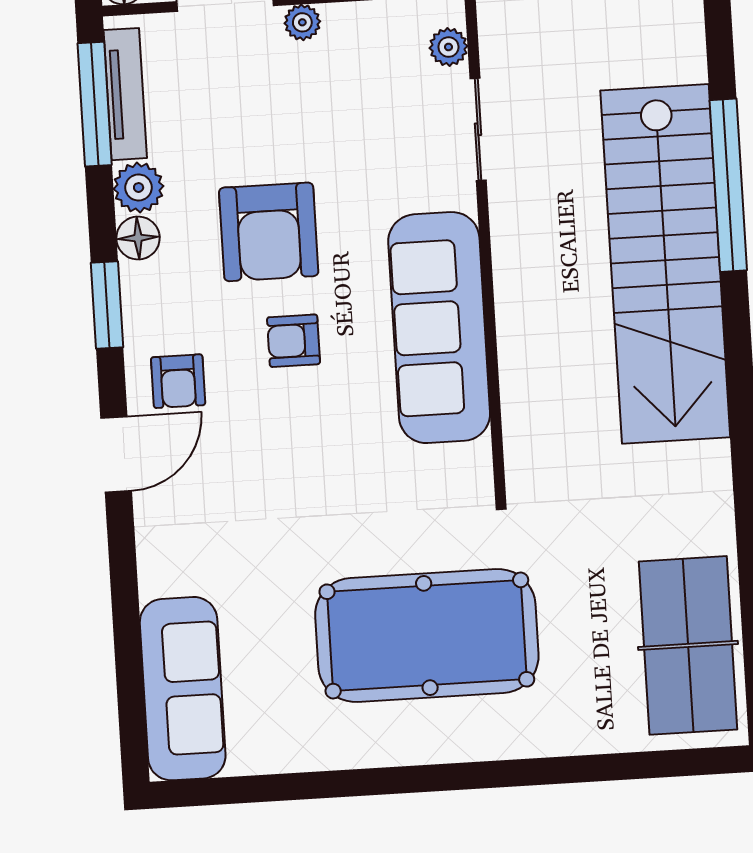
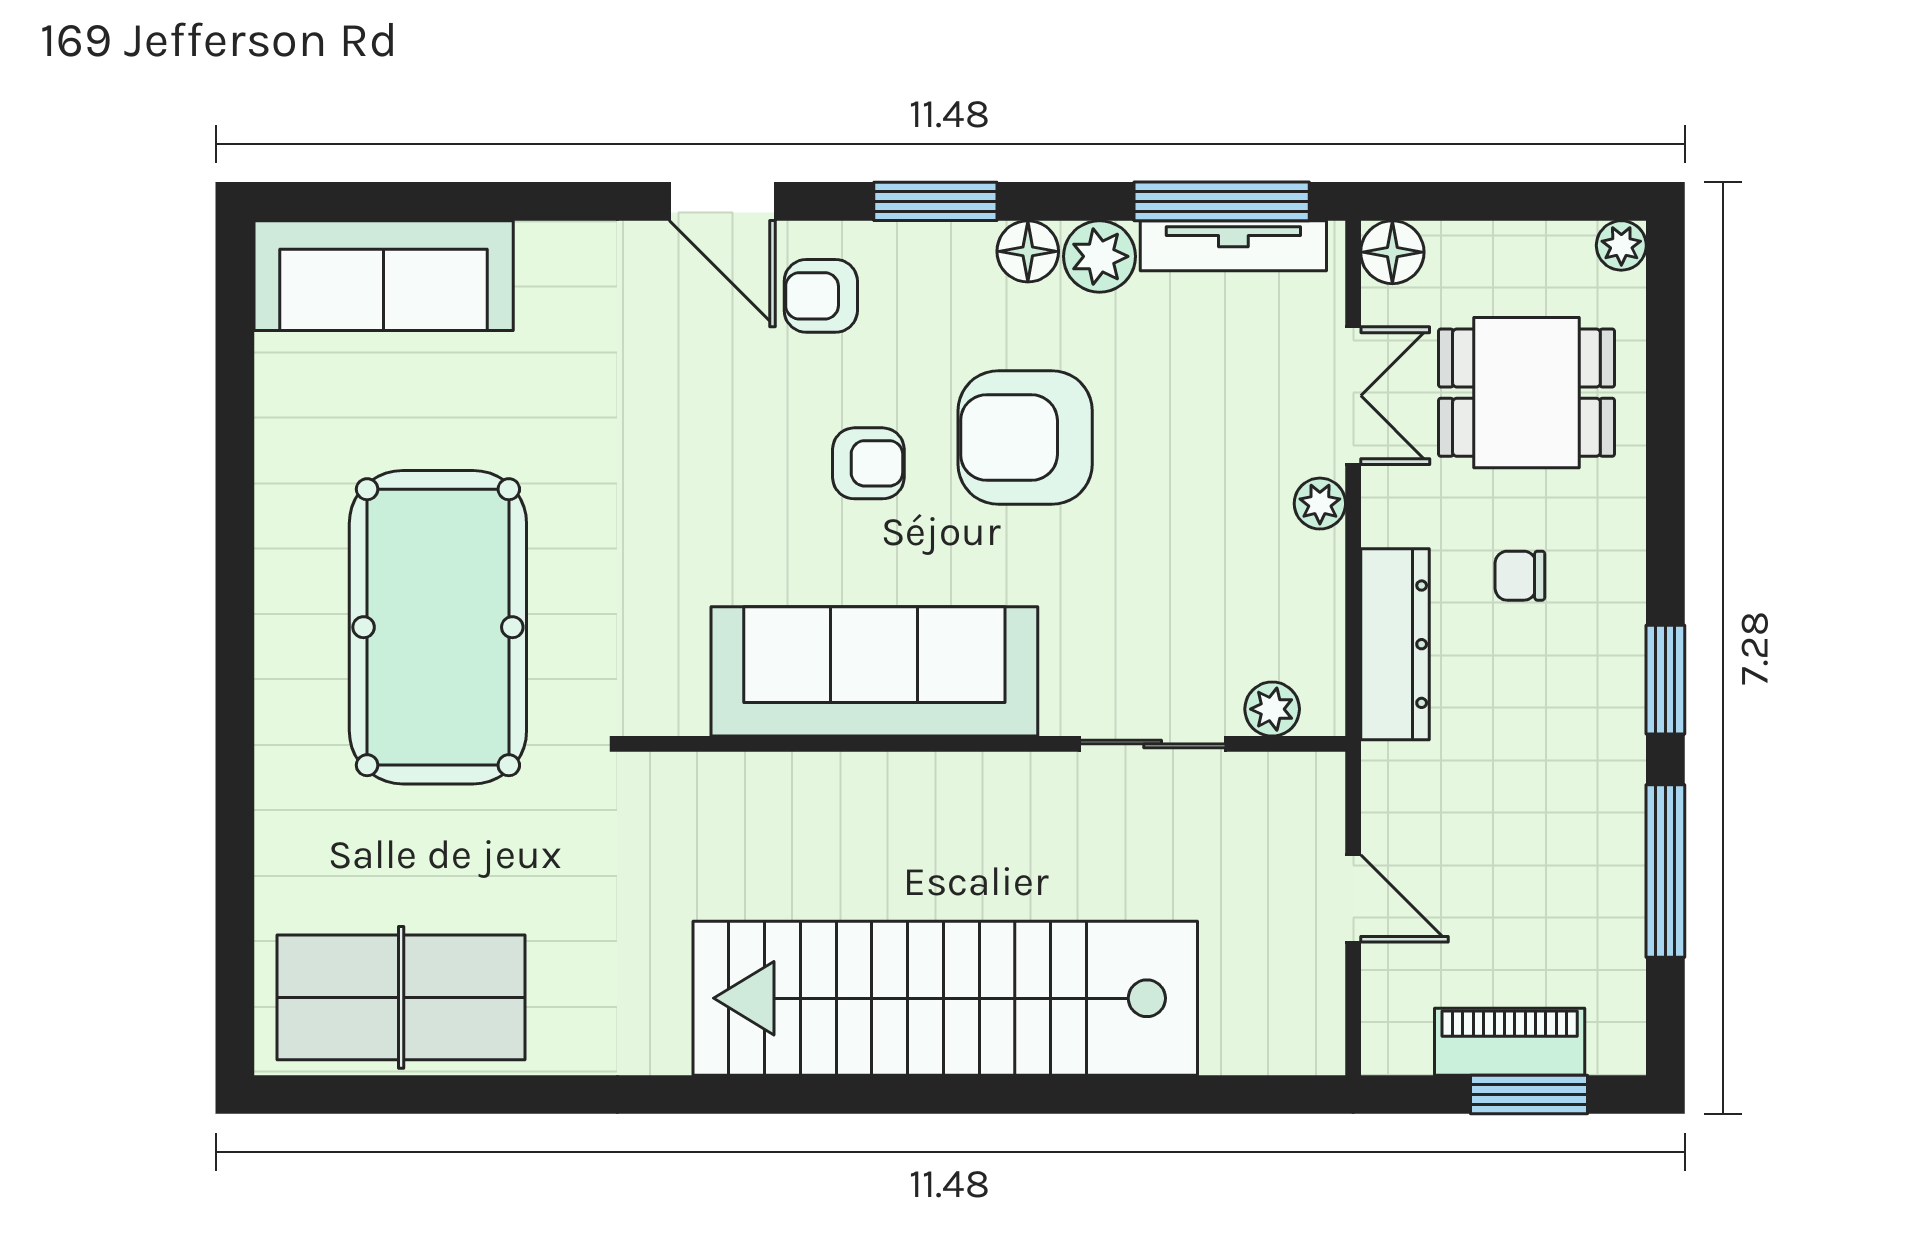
window: (728, 185) -> (1051, 1094), removed
armchair: (294, 341) -> (868, 463), turned 90

